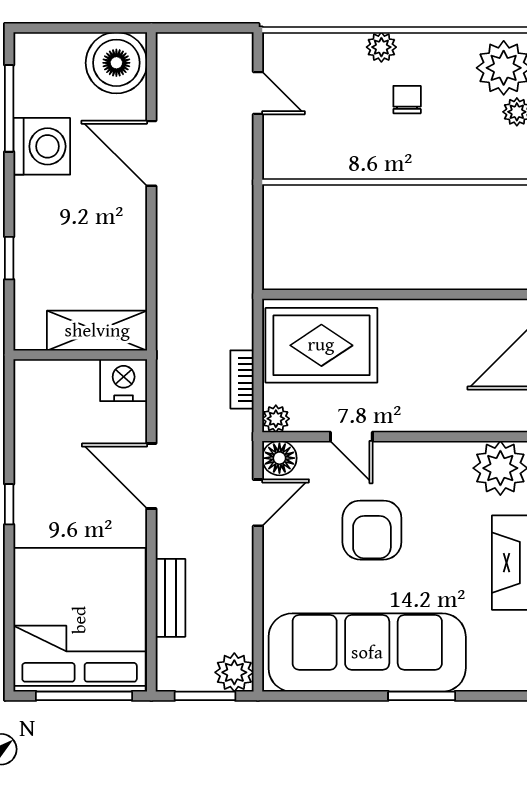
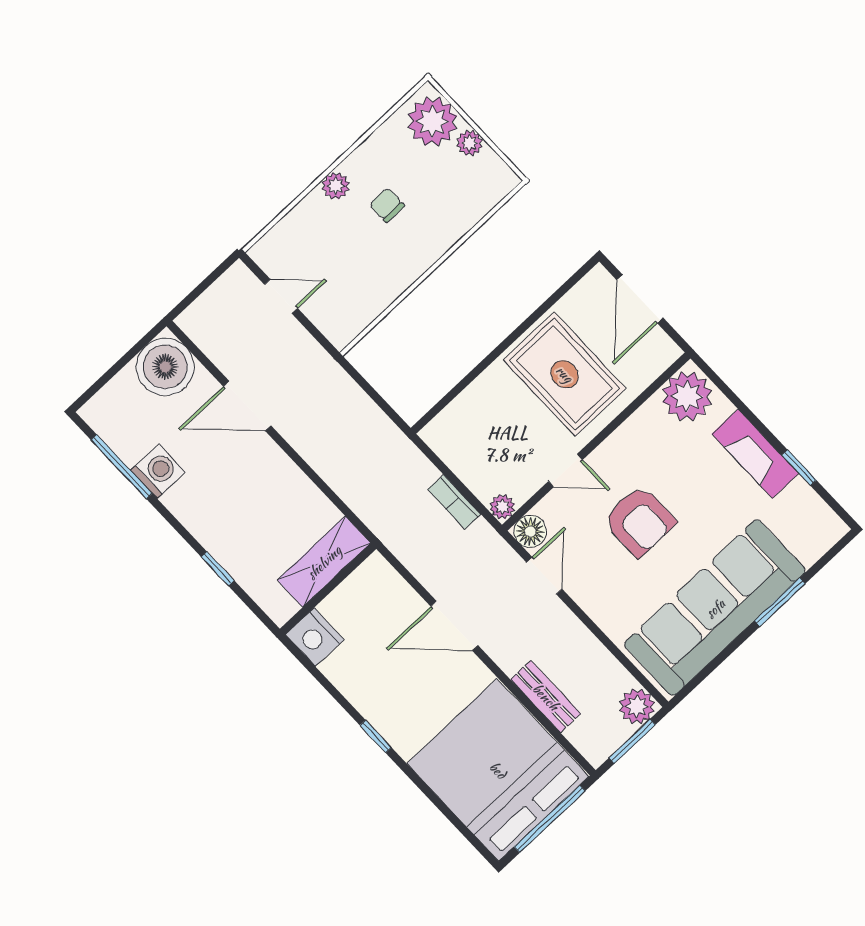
washing machine: (42, 146) -> (158, 471), width x0.73, depth x0.73
rug: (321, 345) -> (565, 374), moved, turned 90
nightstand: (124, 380) -> (315, 637), moved, turned -90

